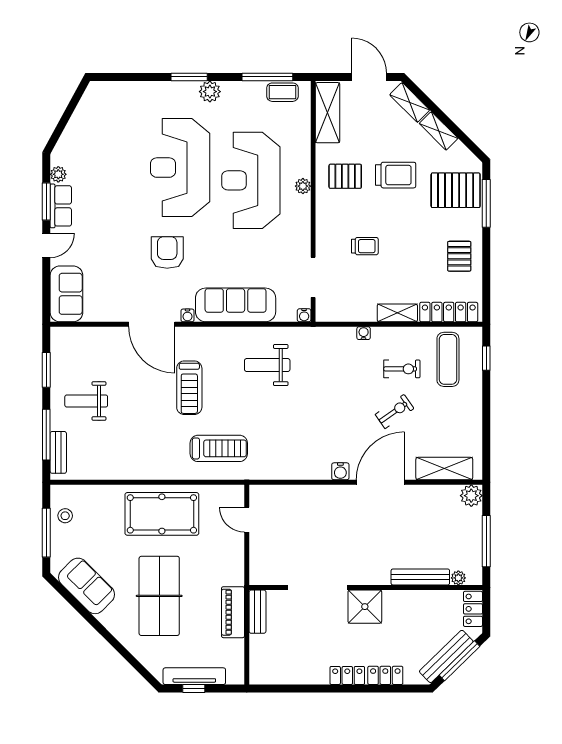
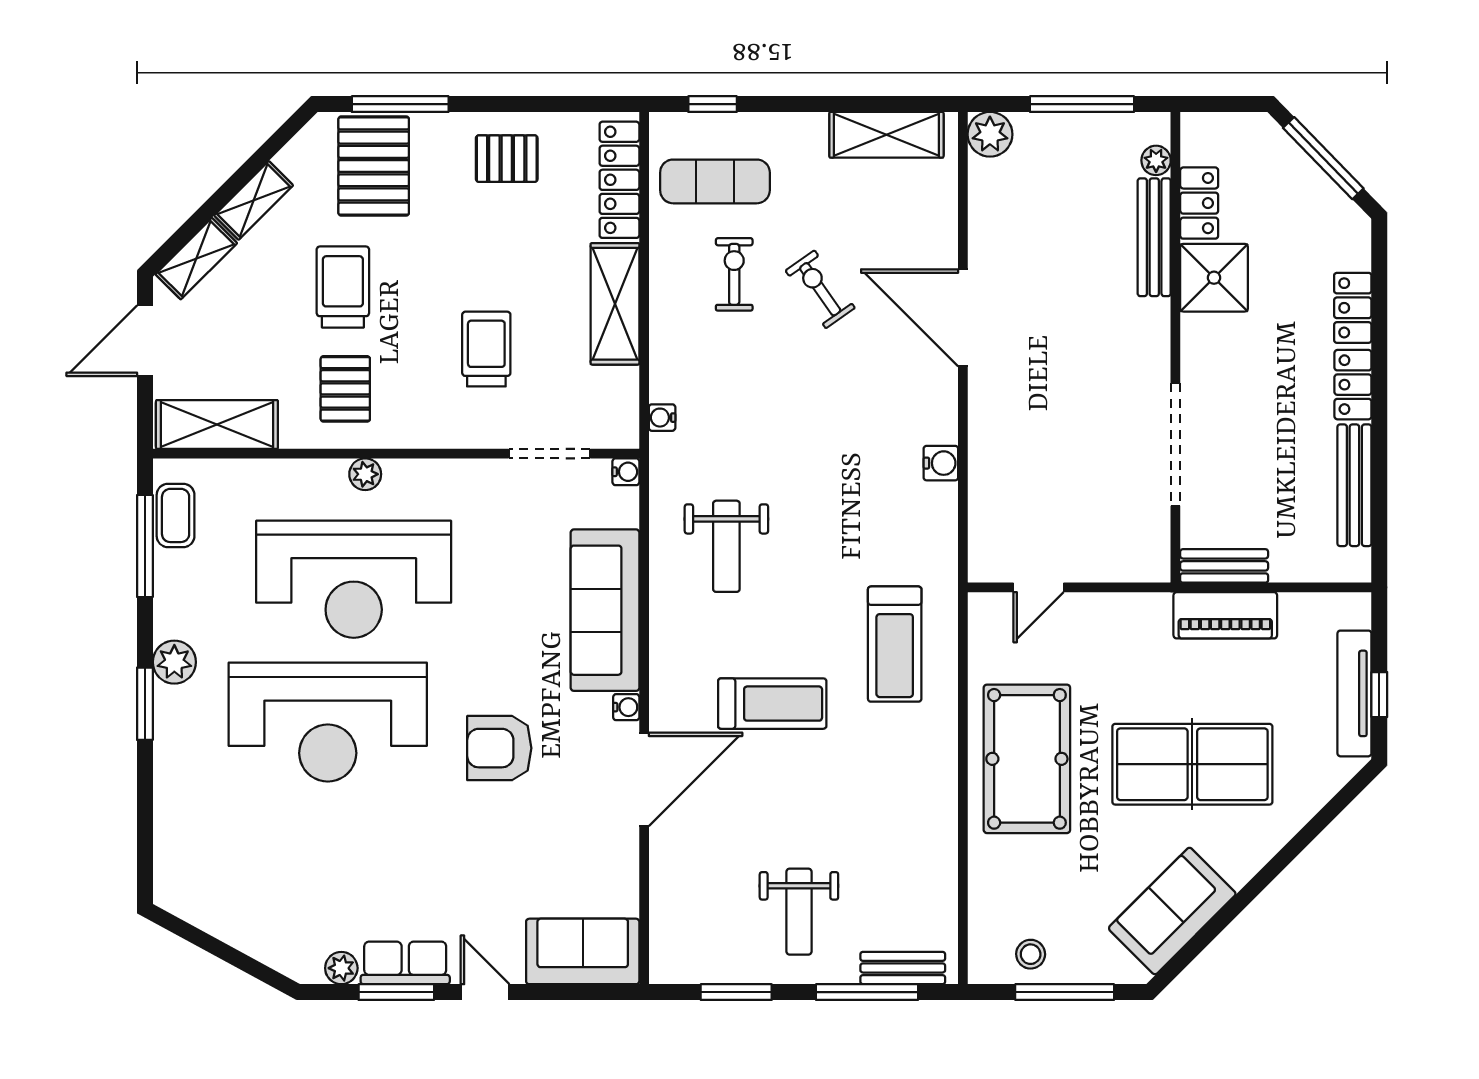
trolley: (365, 246) -> (486, 349), width x1.36, depth x1.39
shelving: (397, 313) -> (615, 304), width x1.50, depth x1.33
water cooler: (364, 333) -> (662, 418), moved
treadmill: (219, 448) -> (895, 644), turned 180
shelving: (444, 469) -> (886, 135), moved, turned 90
water cooler: (340, 471) -> (941, 463), moved
shower: (365, 607) -> (1214, 278), moved
locker: (473, 609) -> (1199, 203), moved, turned -90
bench: (446, 656) -> (1354, 485), moved, turned 44

